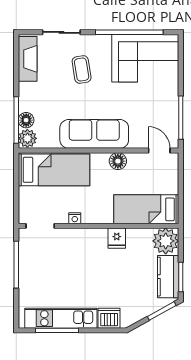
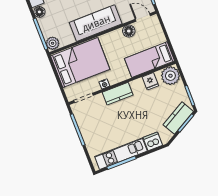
floor lamp: (26, 120) -> (39, 12), moved
floor lamp: (118, 161) -> (129, 31), moved
bed: (54, 170) -> (80, 63), width x1.50
kitchen counter: (87, 238) -> (118, 94), added
fridge: (117, 238) -> (150, 81), moved
kitchen counter: (168, 277) -> (178, 118), moved, turned 61

